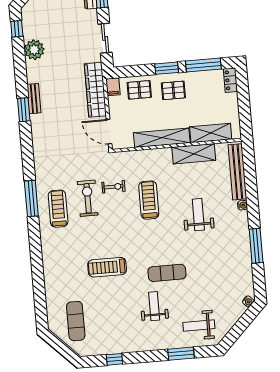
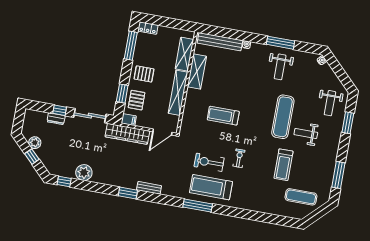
sliding door: (105, 38) -> (90, 116), width x1.37
window: (167, 68) -> (122, 93), moved
pallet: (173, 90) -> (144, 74), turned 90
bench: (34, 99) -> (149, 188), moved
exercise bike: (114, 187) -> (239, 158), moved
treadmill: (58, 209) -> (211, 187), width x1.37, depth x1.38
weight bench: (198, 215) -> (280, 67), moved, turned -90
treadmill: (107, 267) -> (283, 165), moved
exercise mat: (167, 273) -> (283, 117), width x1.36, depth x1.45
window: (114, 359) -> (338, 175), width x2.17

